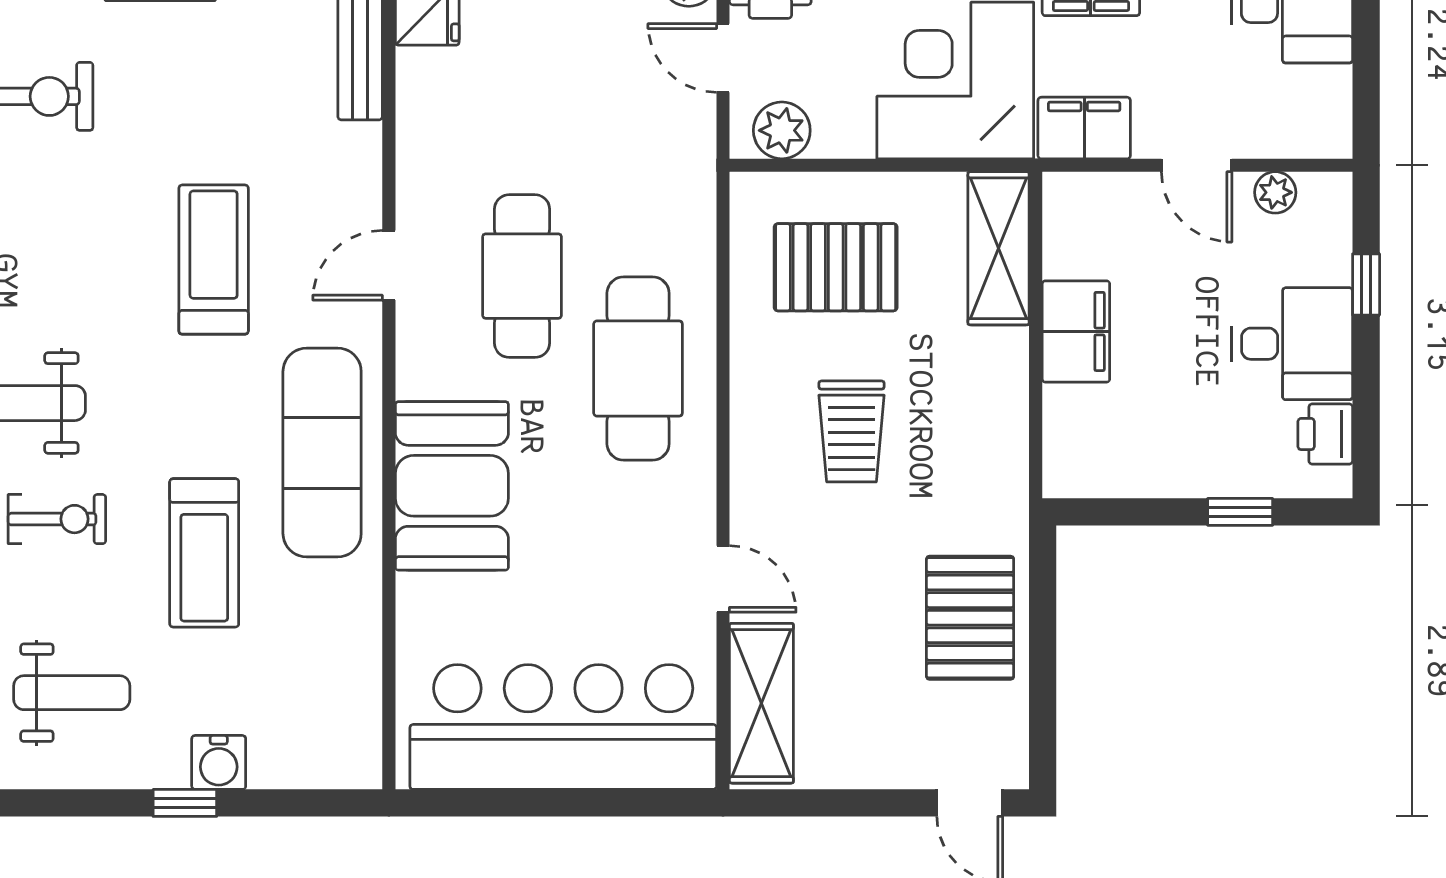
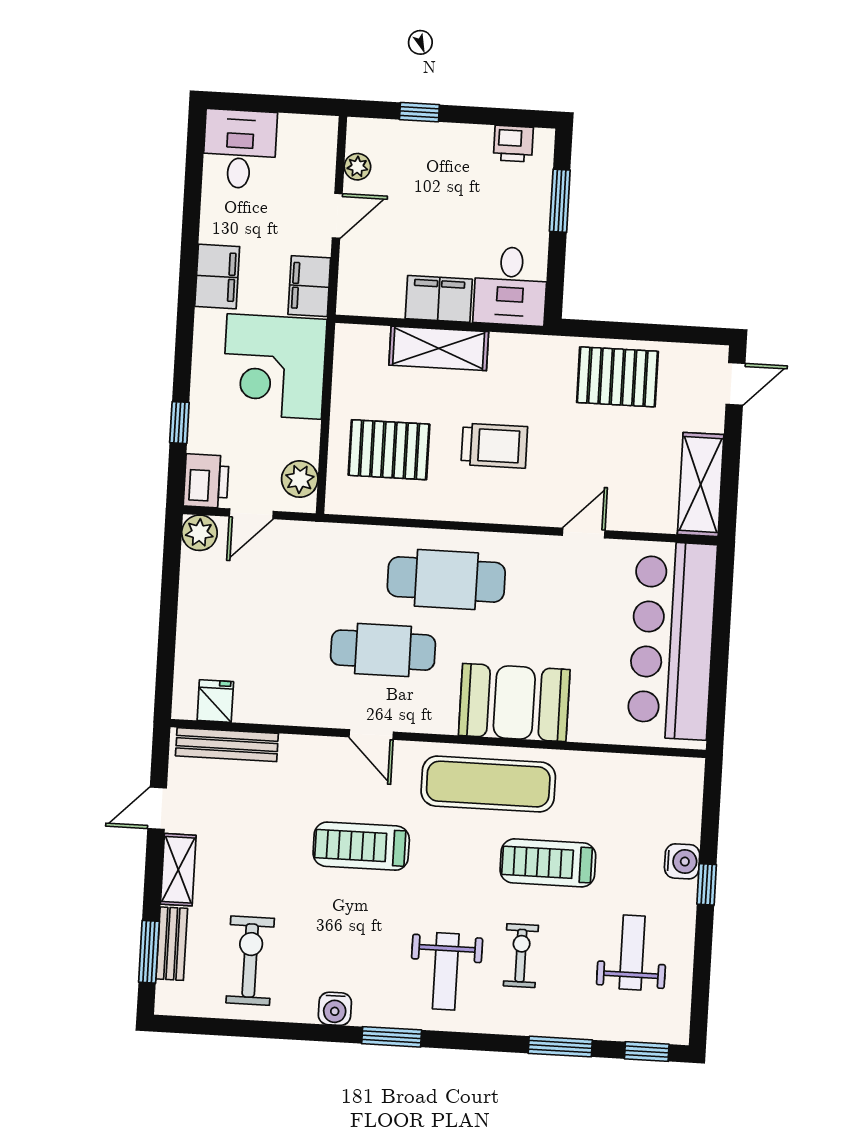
shelving: (999, 248) -> (439, 348), moved
pallet: (836, 267) -> (389, 450), turned 90
desk: (1292, 344) -> (510, 286), moved, turned 180
window: (1240, 512) -> (560, 201), width x1.50
treadmill: (204, 553) -> (548, 863), turned 180
shelving: (761, 703) -> (701, 484), moved, turned 90

